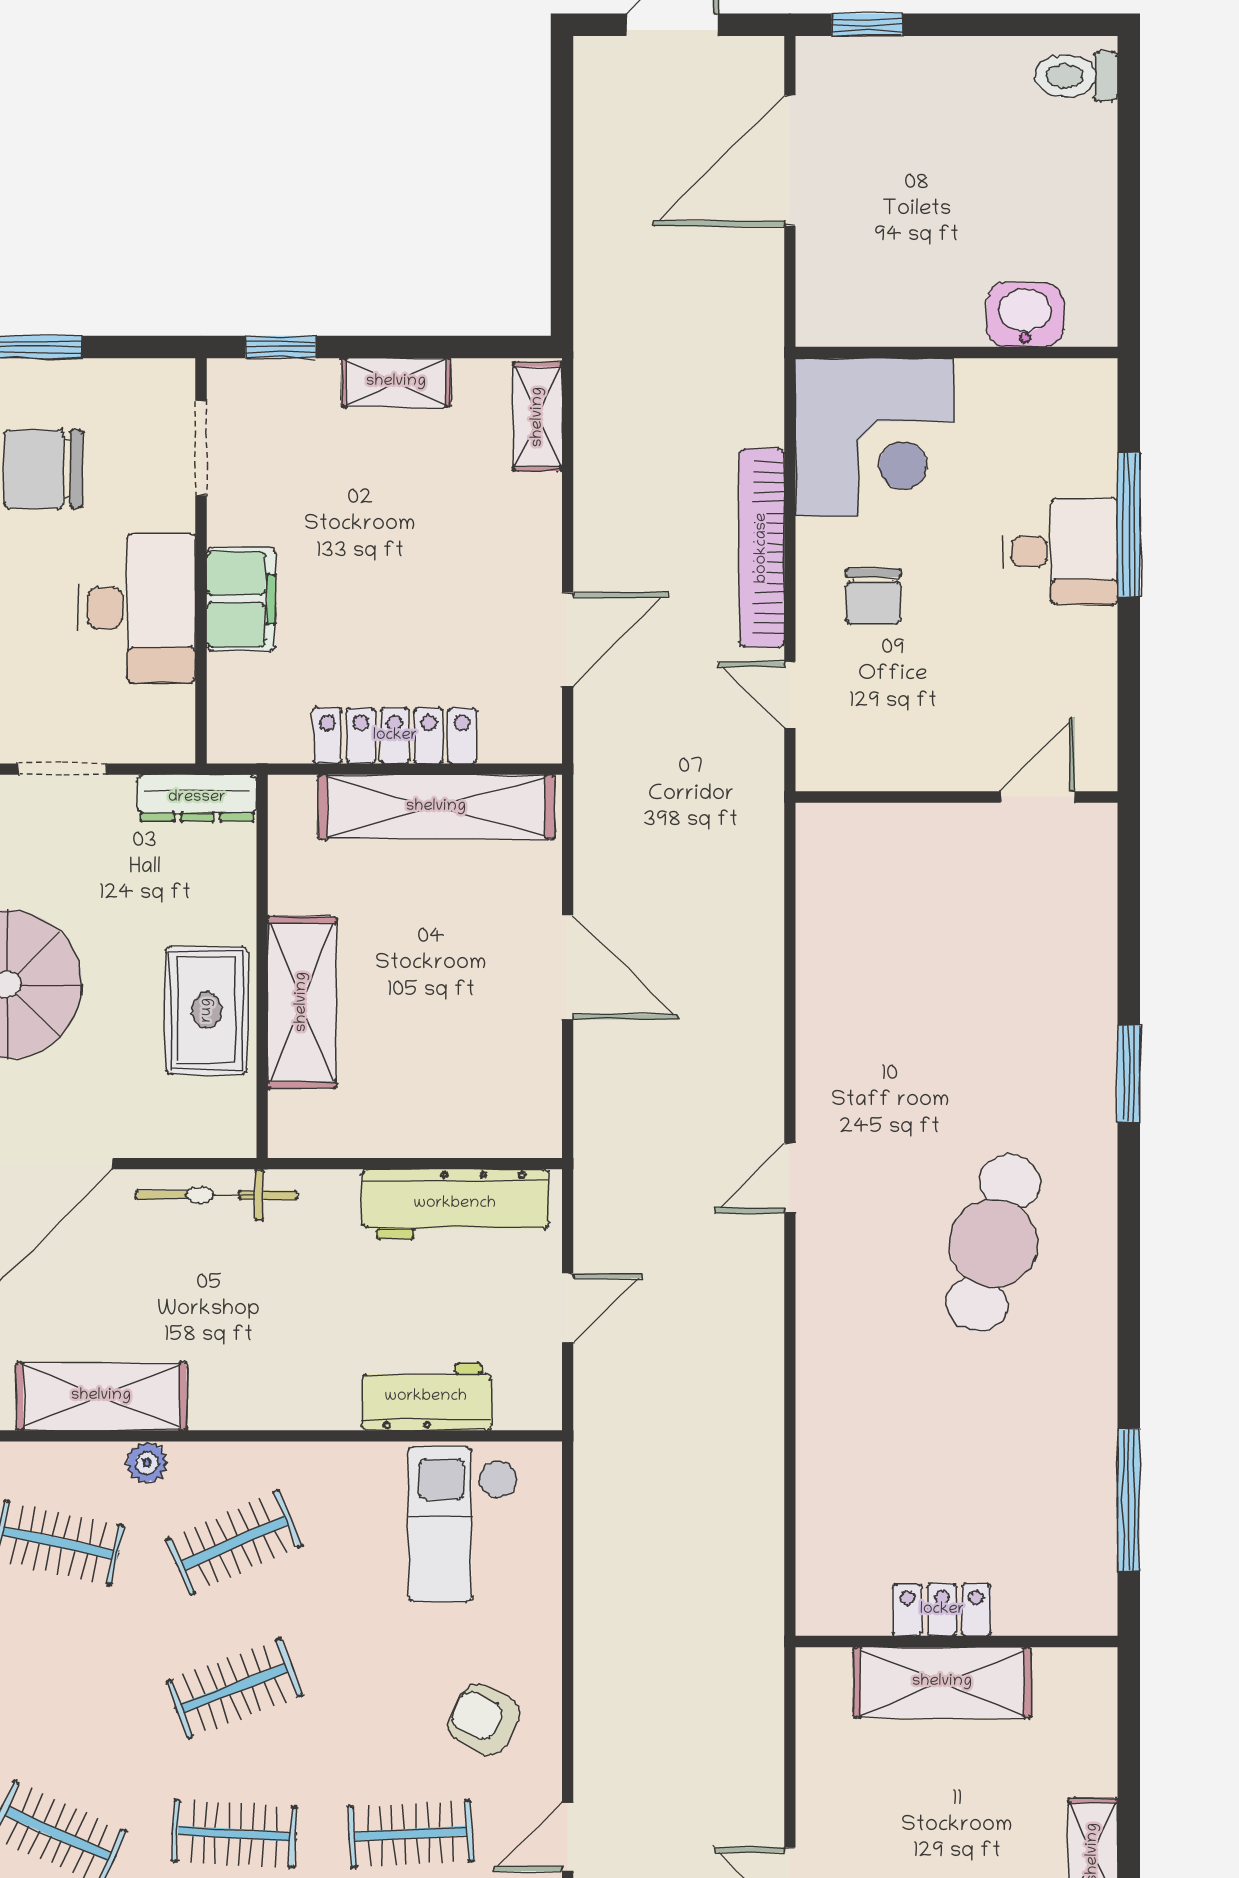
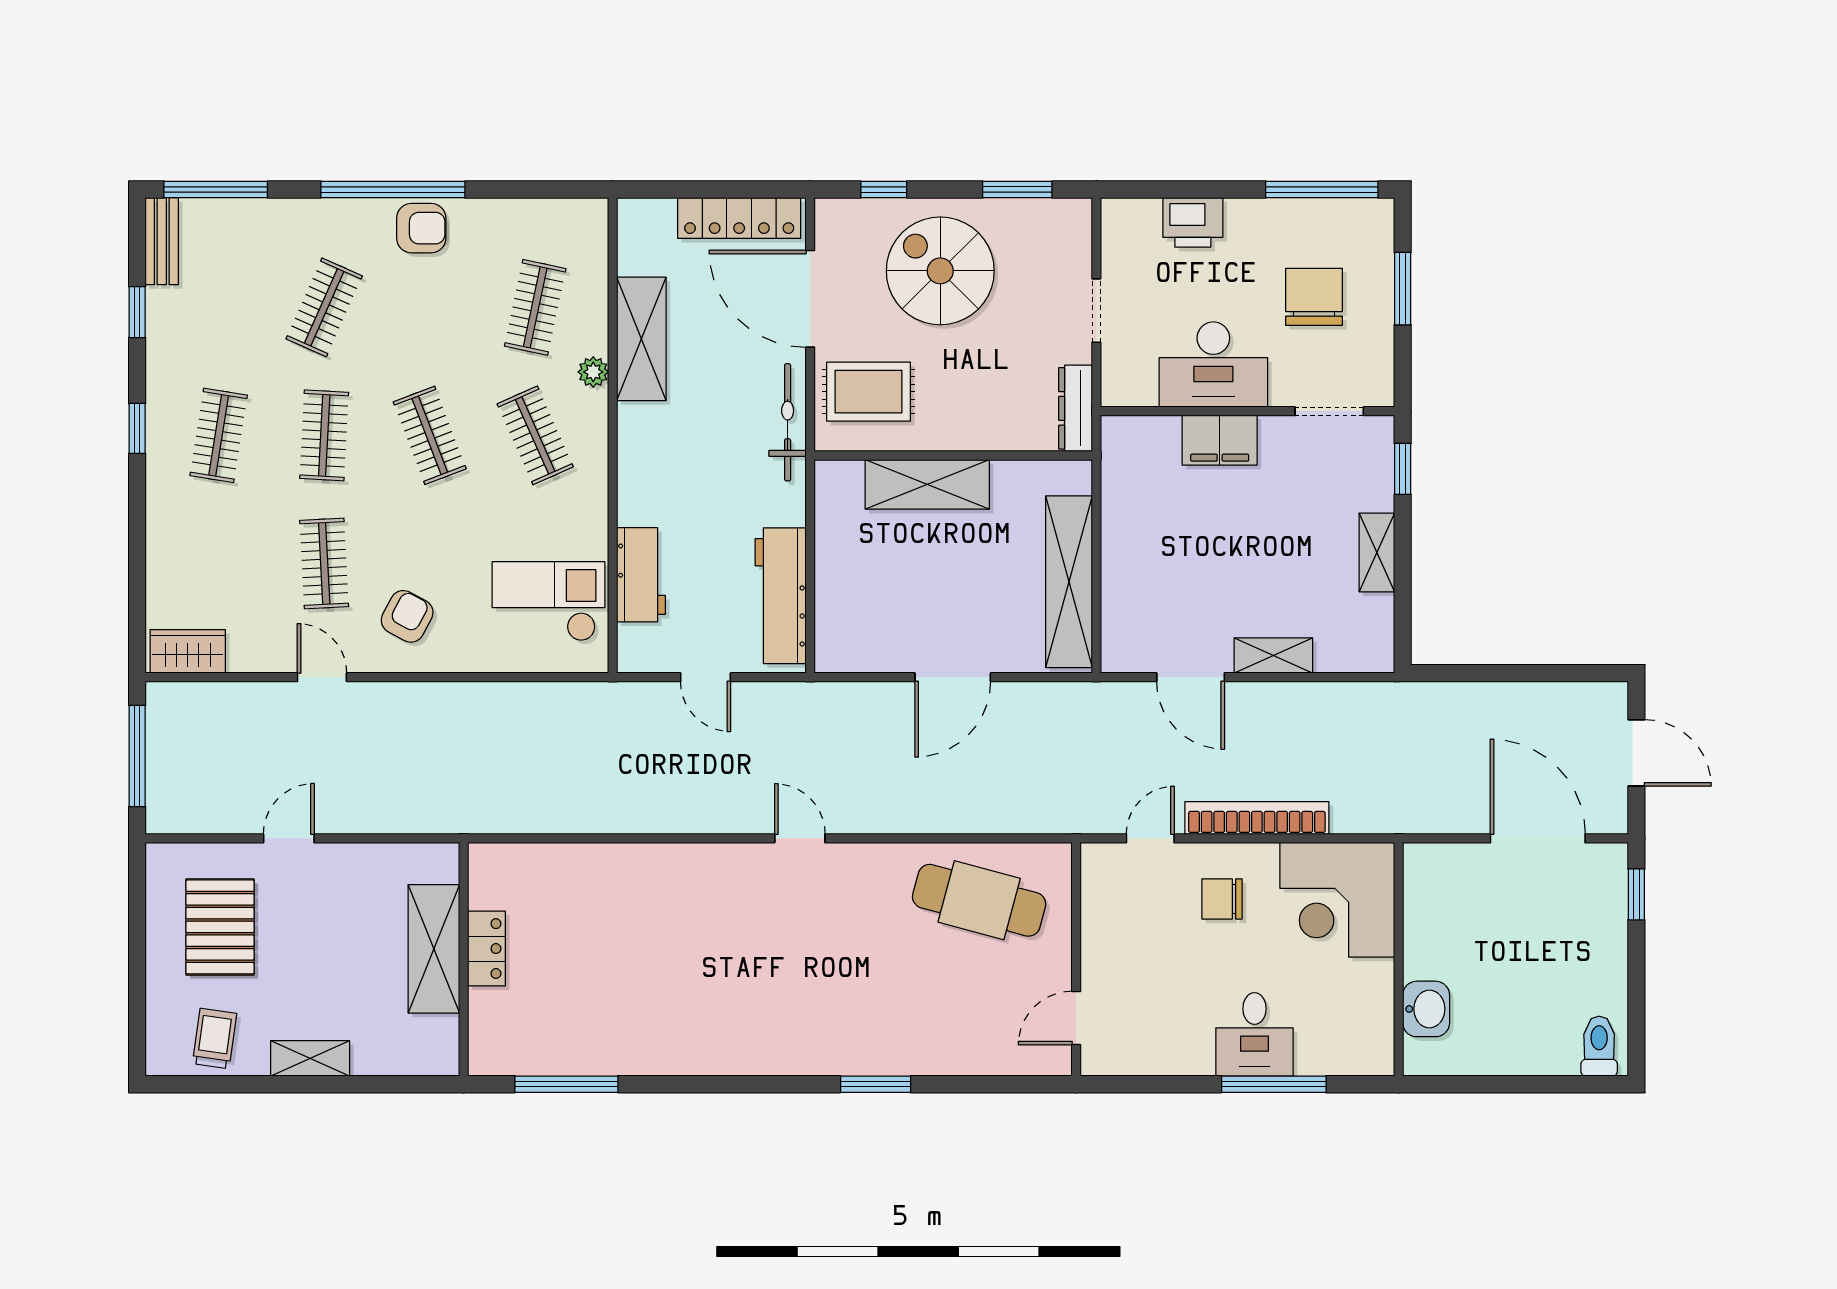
shelving: (538, 417) -> (1273, 655), moved
locker: (395, 736) -> (1121, 552), removed
door: (1038, 797) -> (1076, 1018), swing flipped
rug: (207, 1010) -> (868, 392), moved
cafe table: (993, 1243) -> (979, 900), moved

